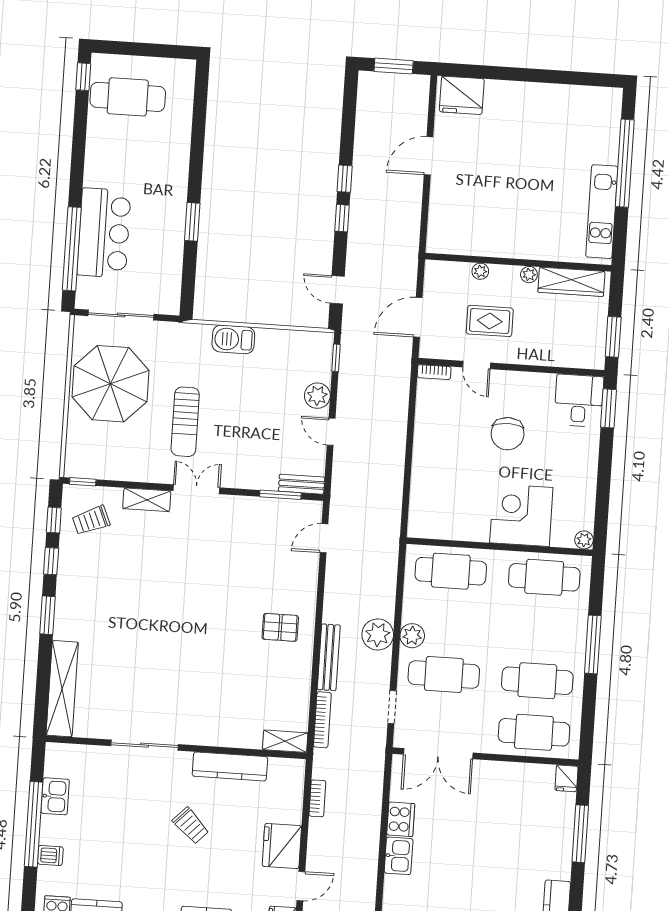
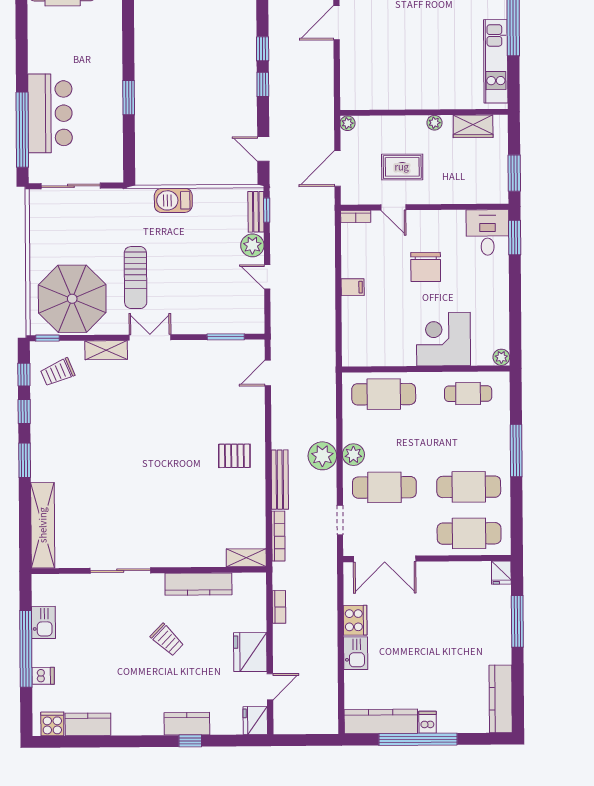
plant: (480, 271) -> (348, 123), moved
wardrobe: (571, 282) -> (473, 126), width x0.67
parasol: (111, 384) -> (72, 299), moved
filing cabinet: (425, 450) -> (353, 287), added
bench: (302, 484) -> (256, 212), moved, turned 90
cafe table: (544, 577) -> (468, 394), width x0.73, depth x0.74

